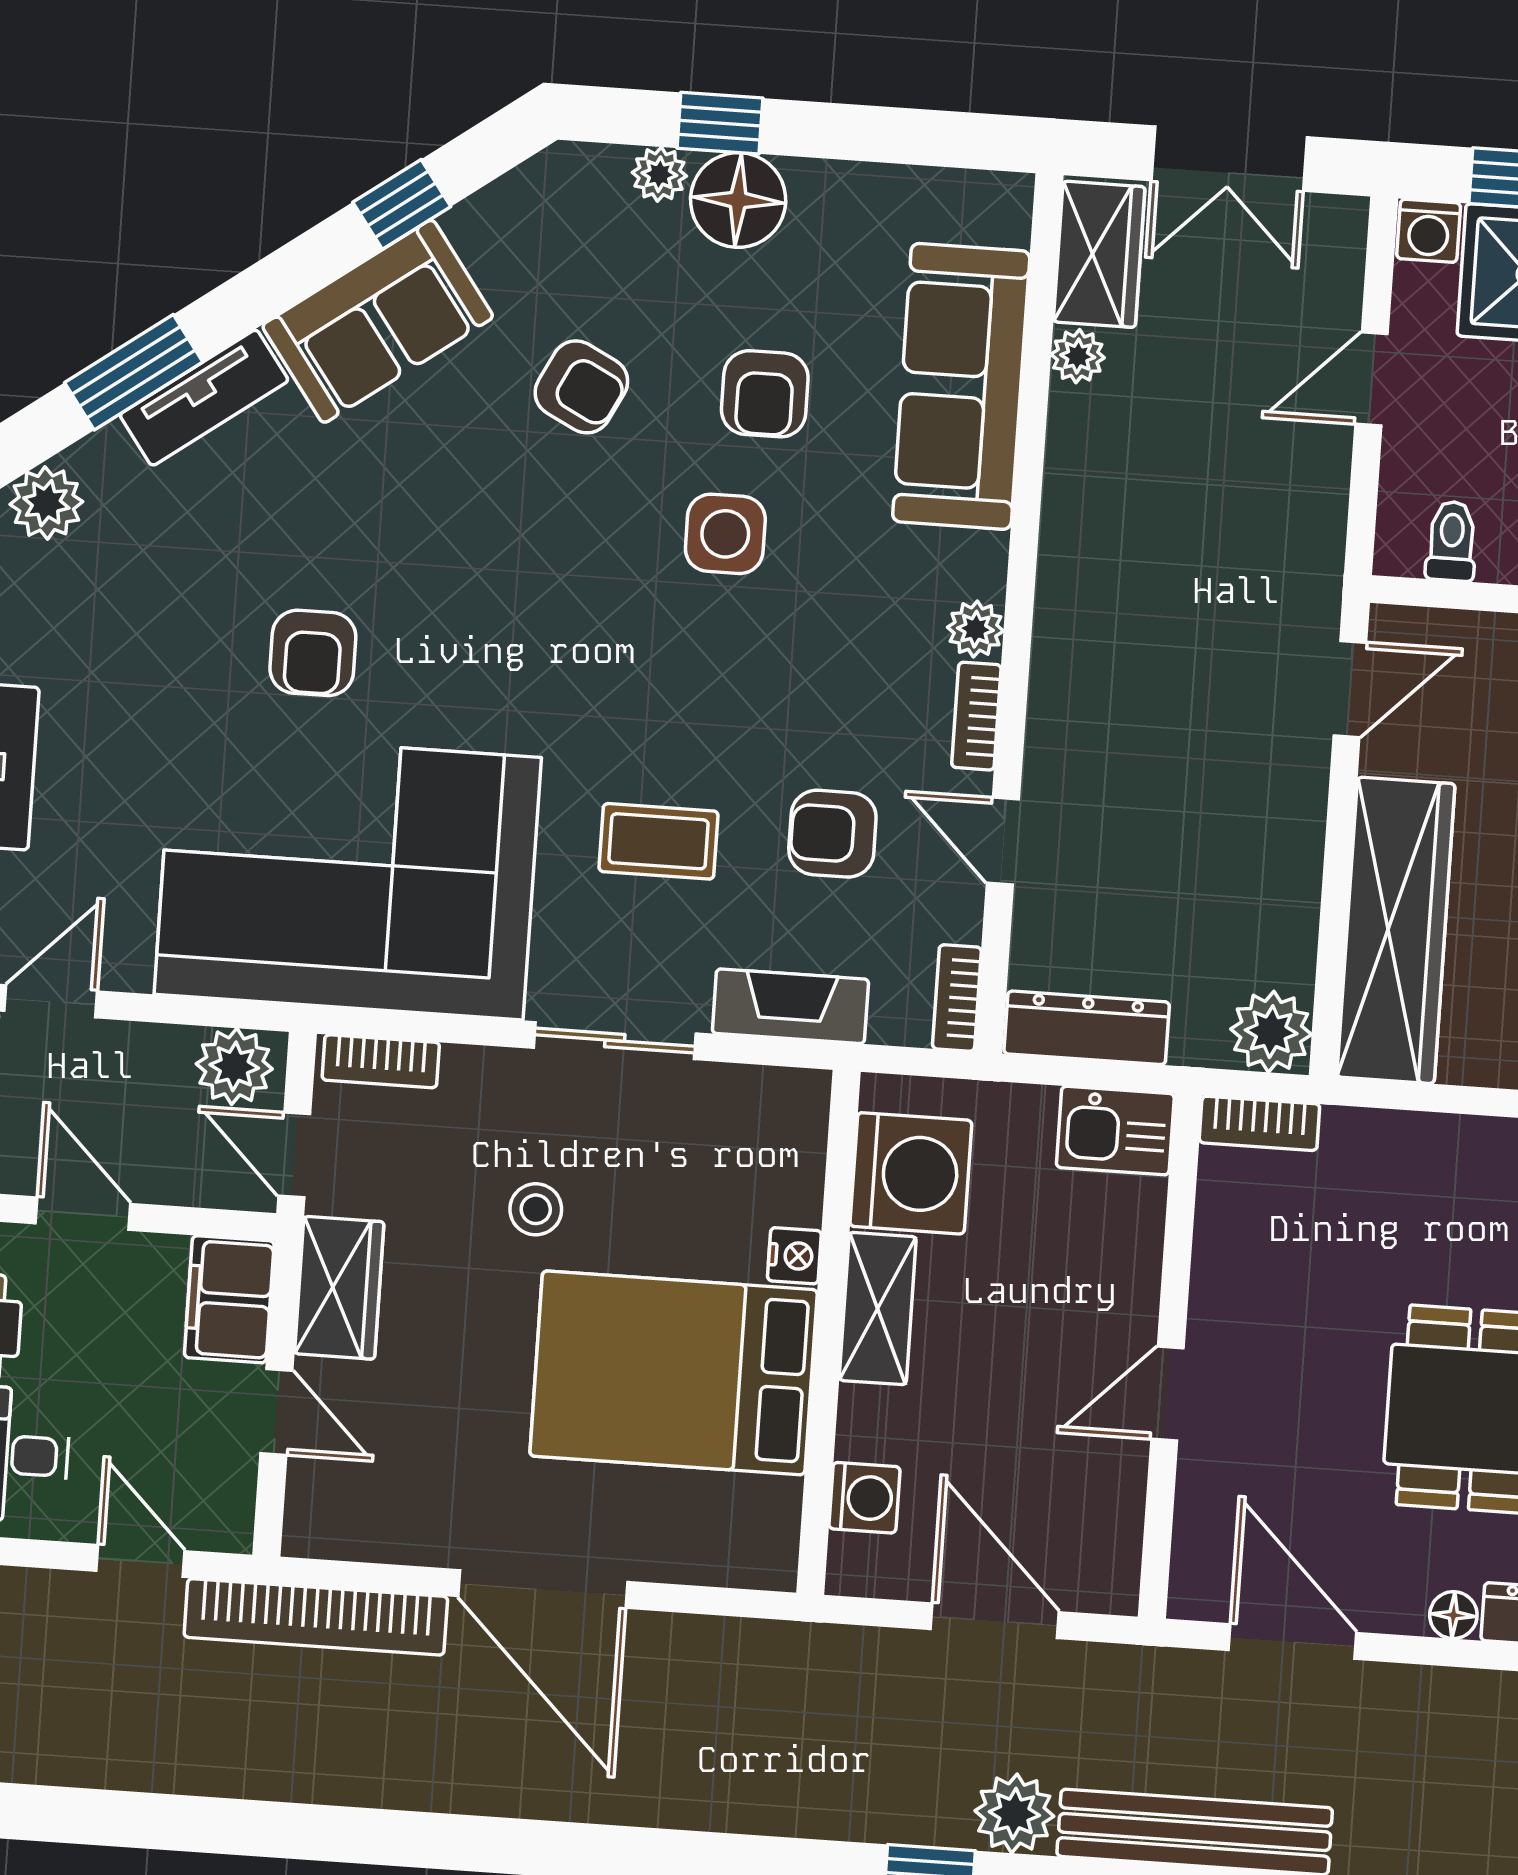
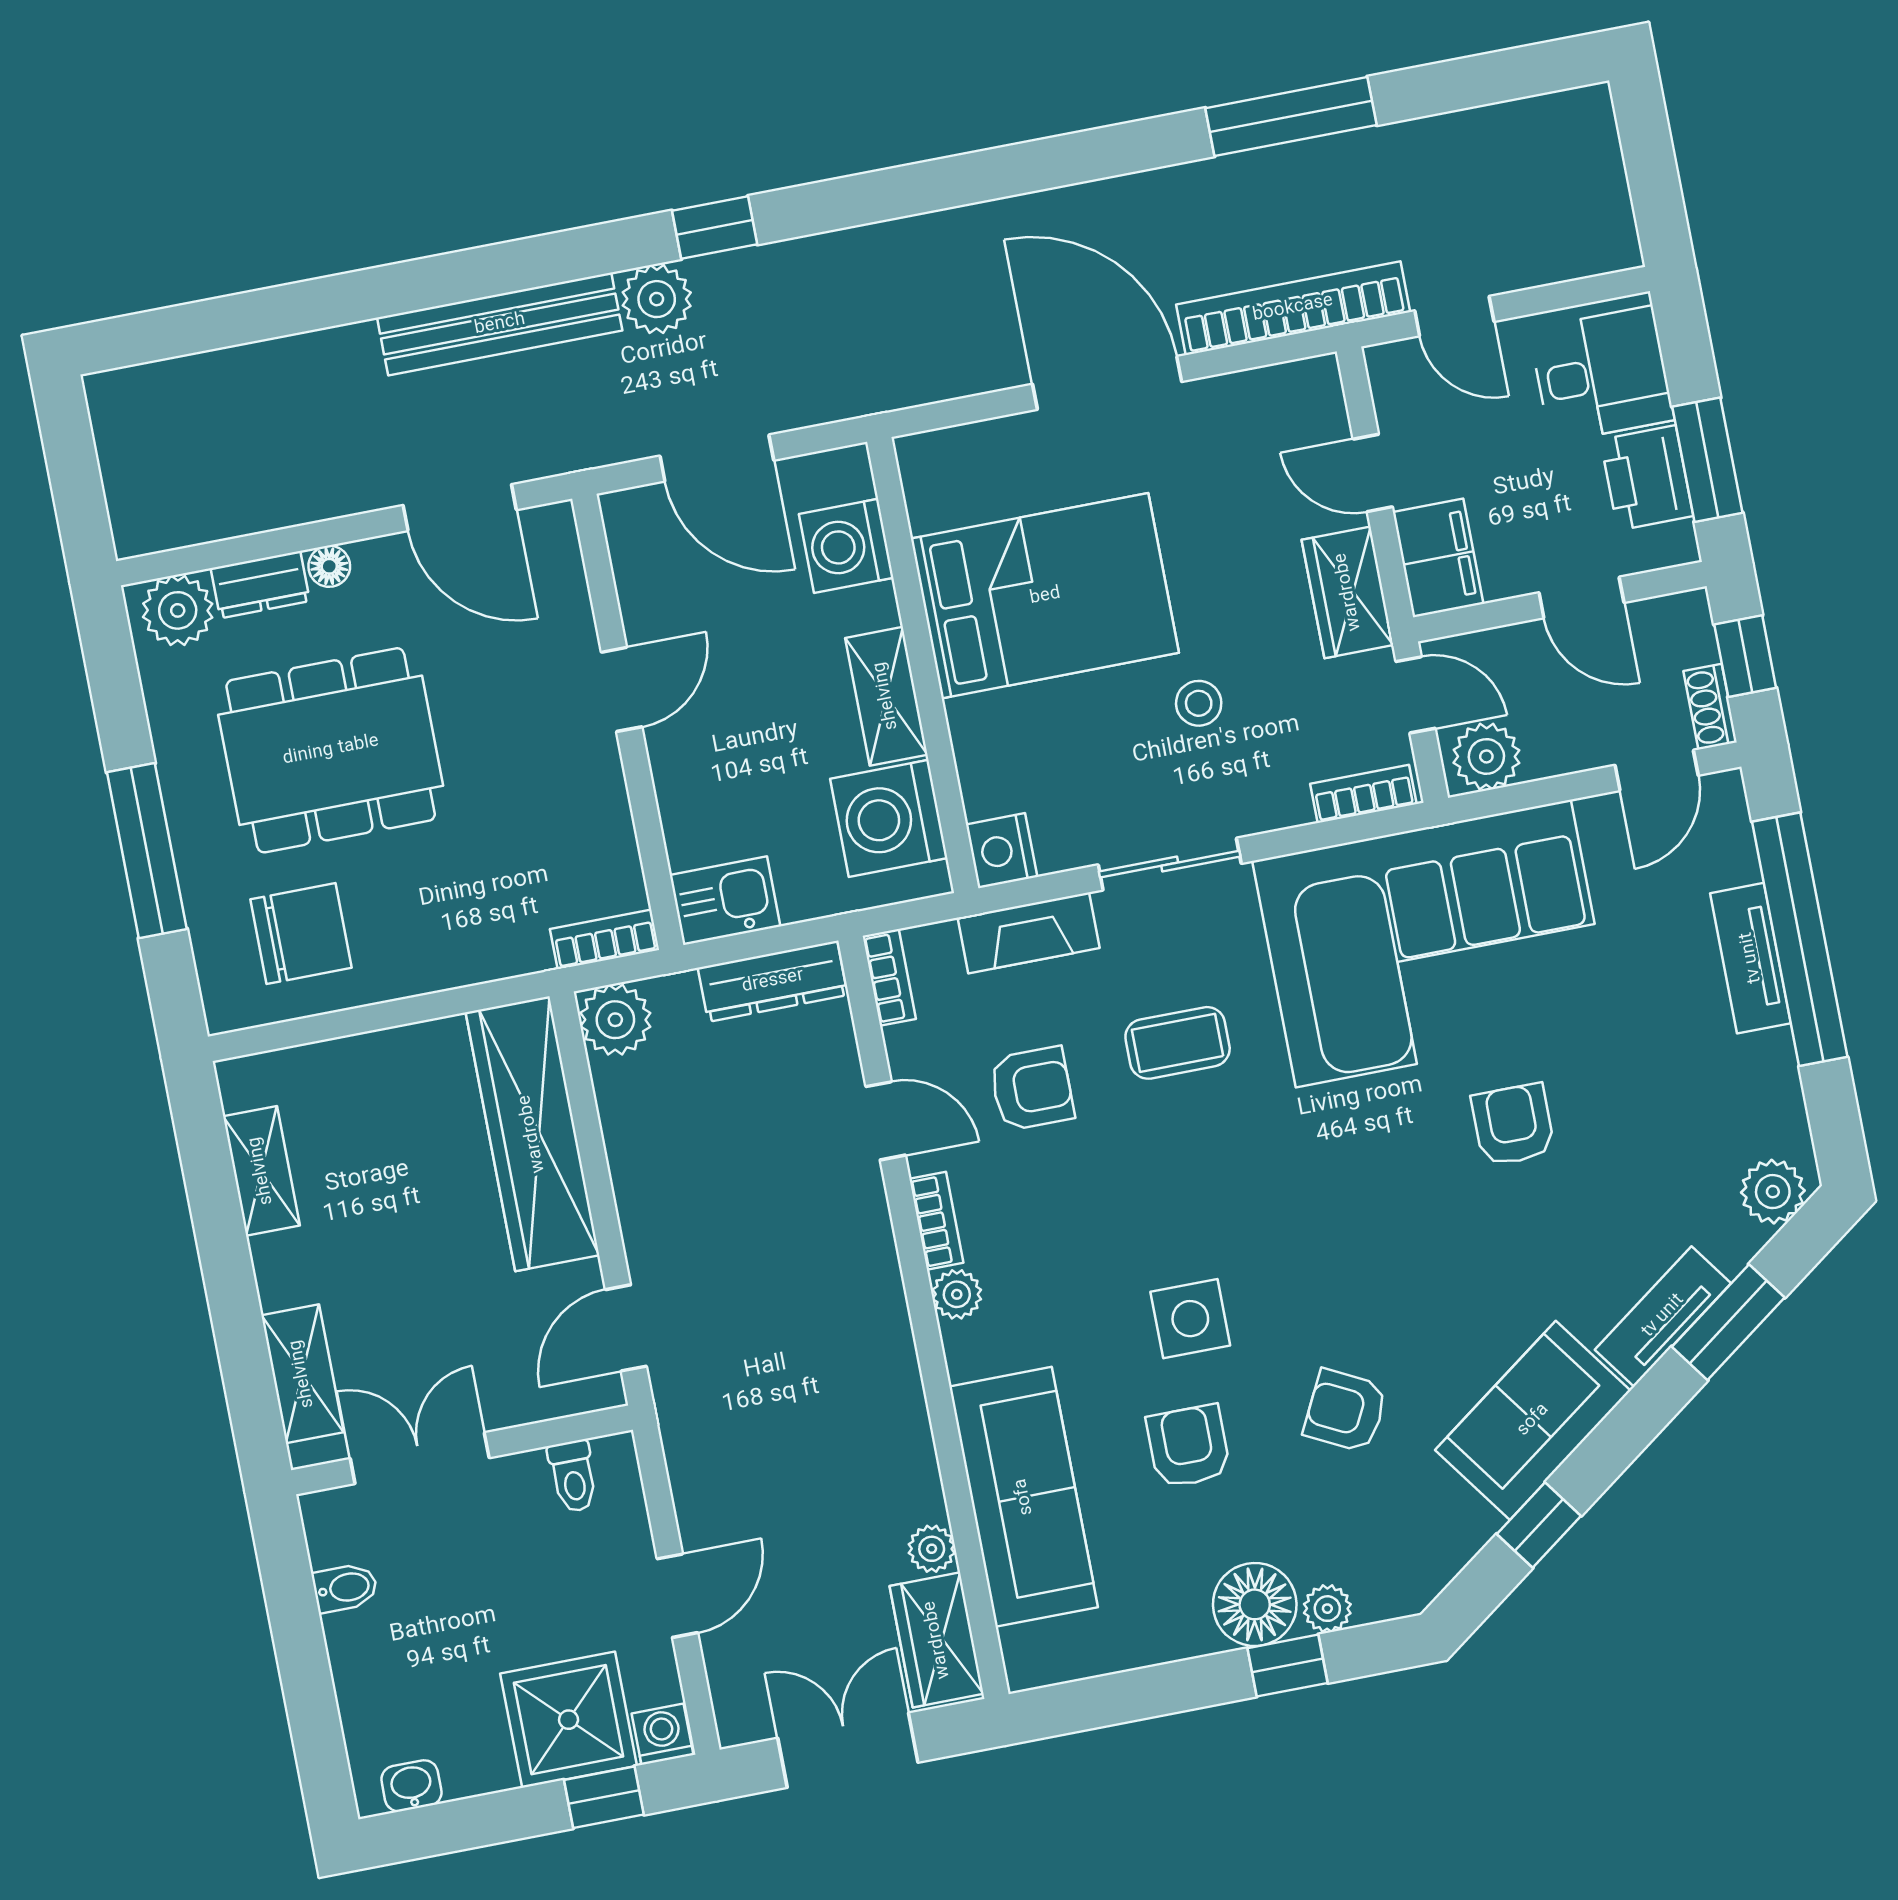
nightstand: (794, 1256) -> (1002, 851), moved, width x1.39, depth x1.35
washing machine: (864, 1498) -> (846, 546), width x1.38, depth x1.38
window: (262, 1829) -> (1291, 117), added

